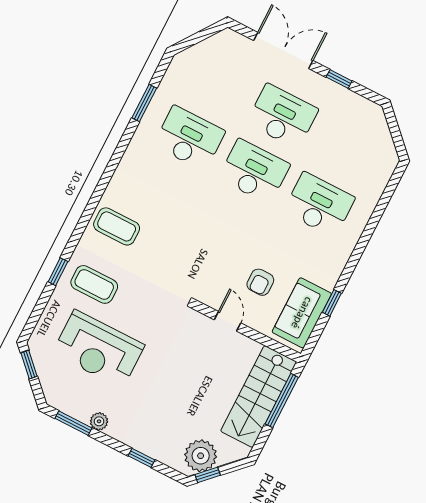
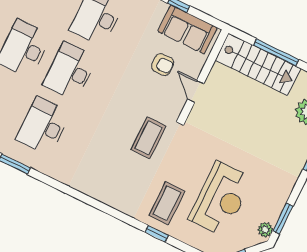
coffee table: (117, 226) -> (148, 138), moved
door: (228, 321) -> (196, 91), hinge flipped
window: (282, 401) -> (276, 52), moved
plant: (99, 421) -> (265, 230), moved

